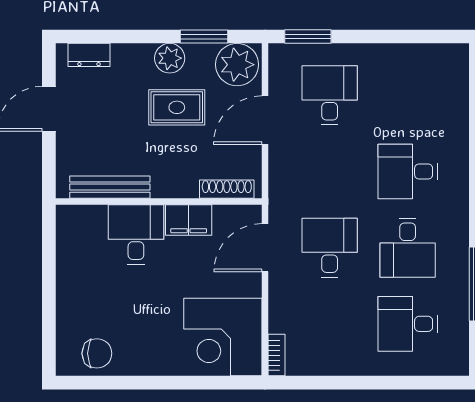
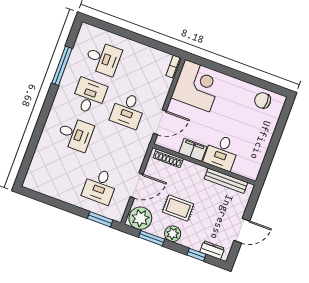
window: (114, 37) -> (196, 255), added

